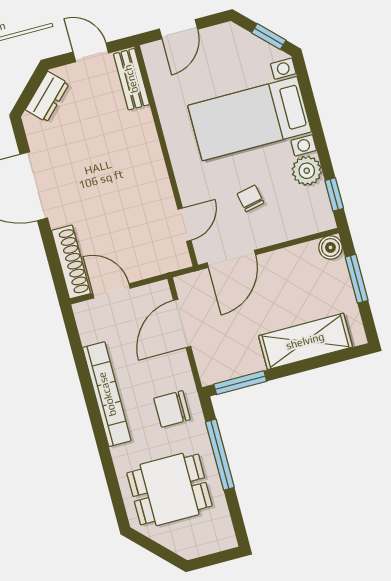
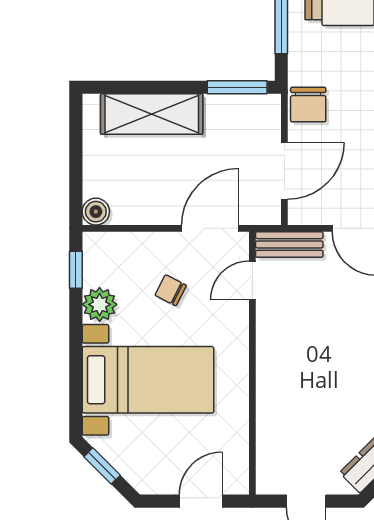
bench: (131, 79) -> (289, 244), moved, turned 90
chair: (251, 198) -> (171, 290), turned 129
window: (357, 279) -> (76, 169), removed
chair: (172, 409) -> (308, 105), moved, turned 90

